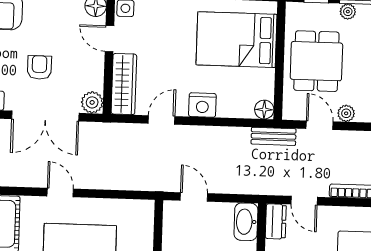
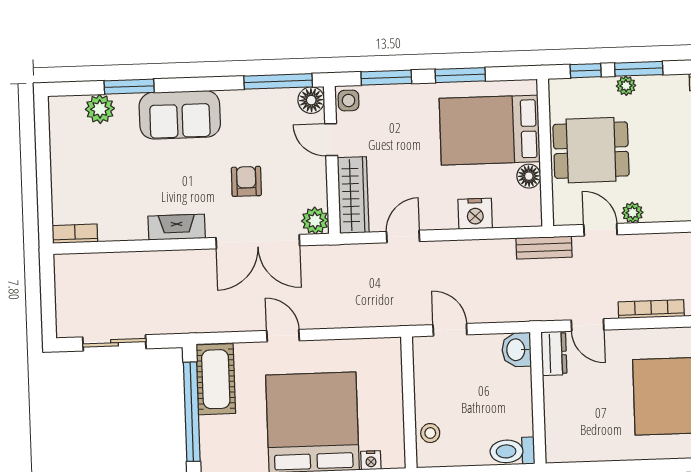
dining table: (316, 61) -> (591, 150), turned 90
nightstand: (202, 105) -> (475, 214), moved
floor lamp: (264, 110) -> (529, 176), moved
washbasin: (246, 222) -> (517, 350), width x0.72

